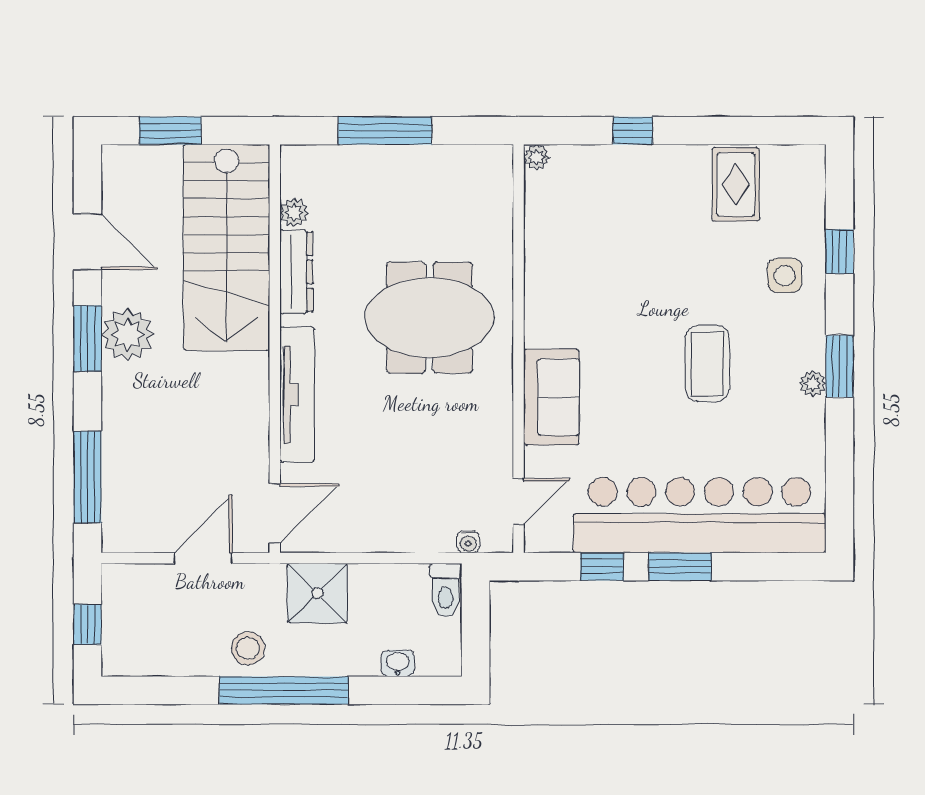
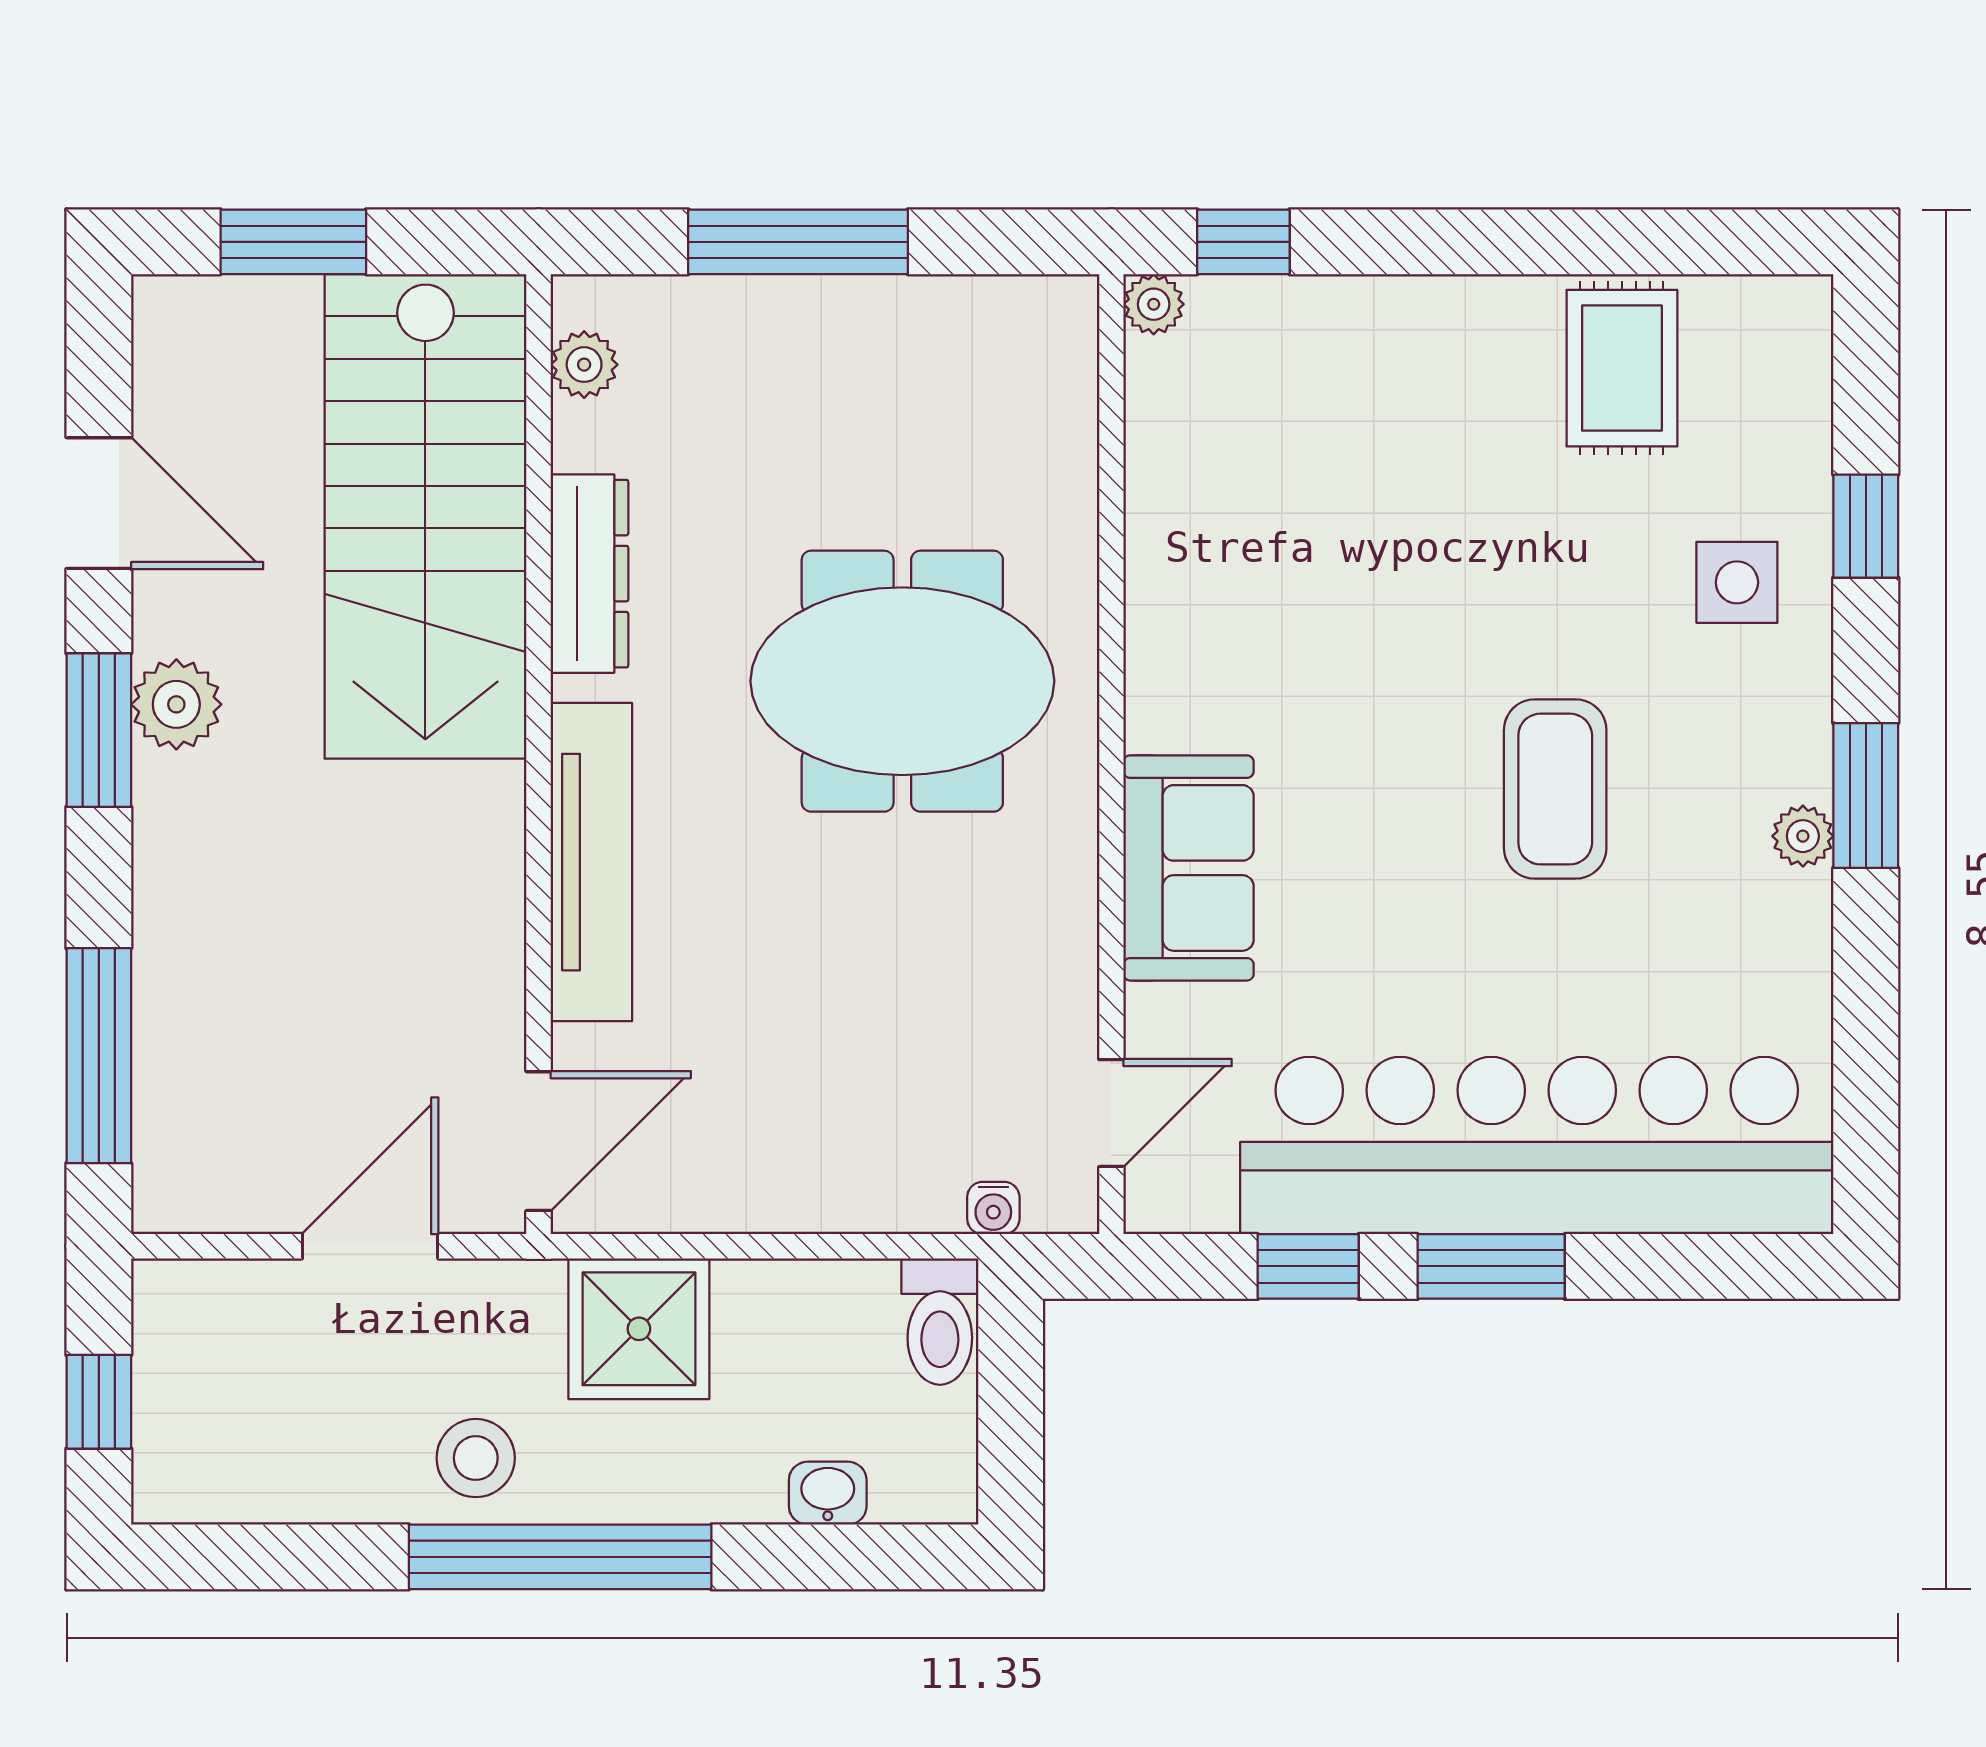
window: (633, 131) -> (1243, 242), moved
plant: (294, 213) -> (584, 365), moved
plant: (127, 334) -> (176, 704), width x0.73, depth x0.73

